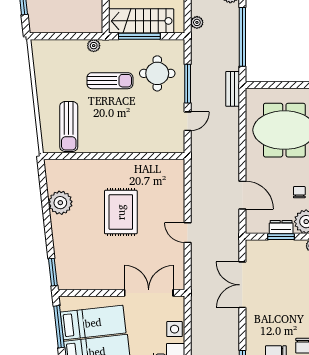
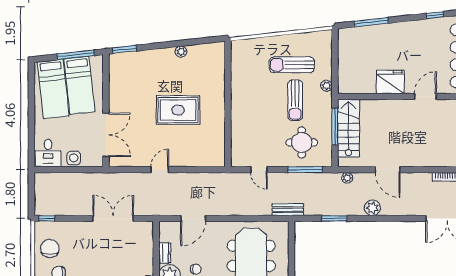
window: (242, 37) -> (334, 218), width x0.47
window: (188, 84) -> (305, 170), moved
sun lounger: (69, 126) -> (292, 65), moved
plant: (60, 203) -> (181, 52), width x0.53, depth x0.53
window: (281, 237) -> (156, 253), removed

